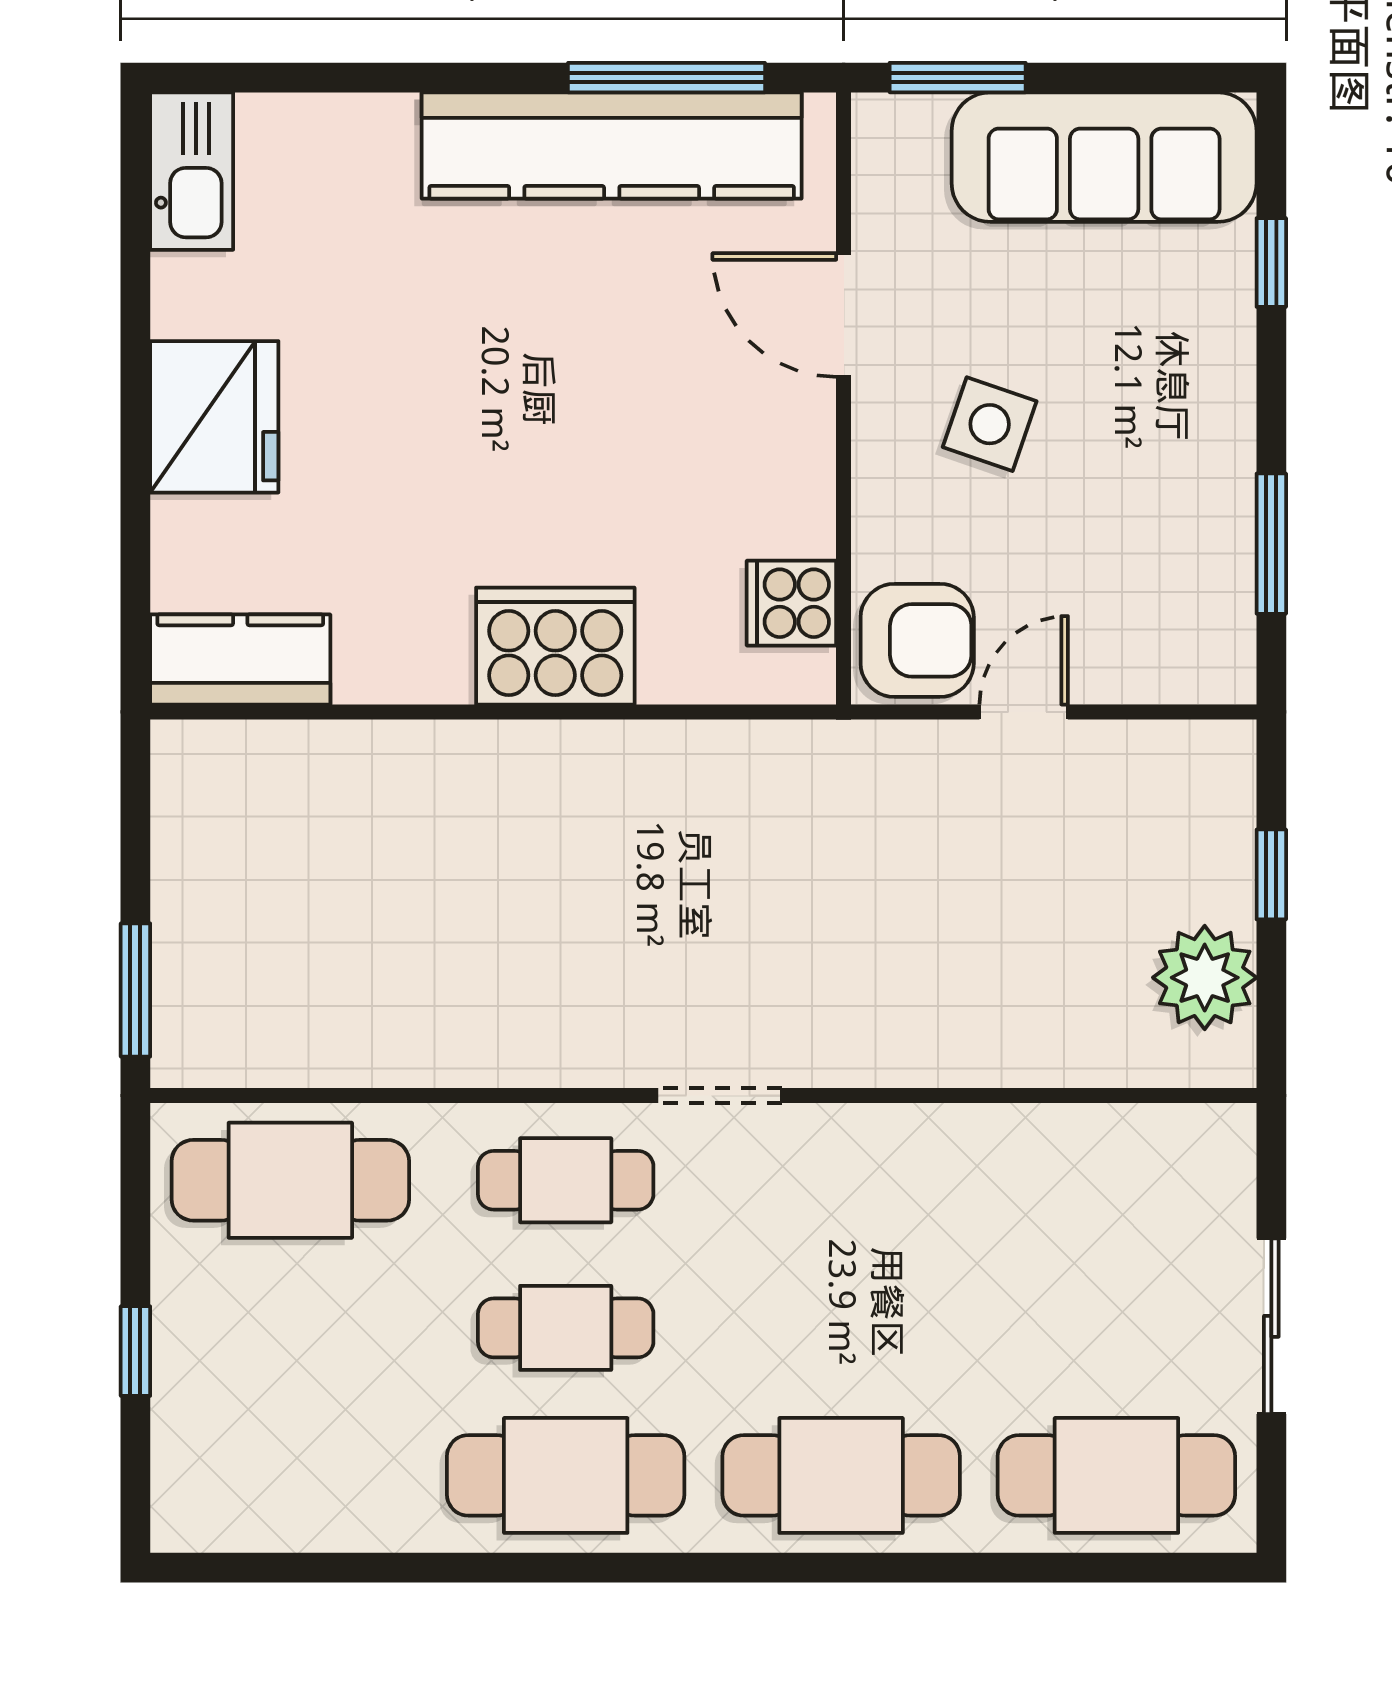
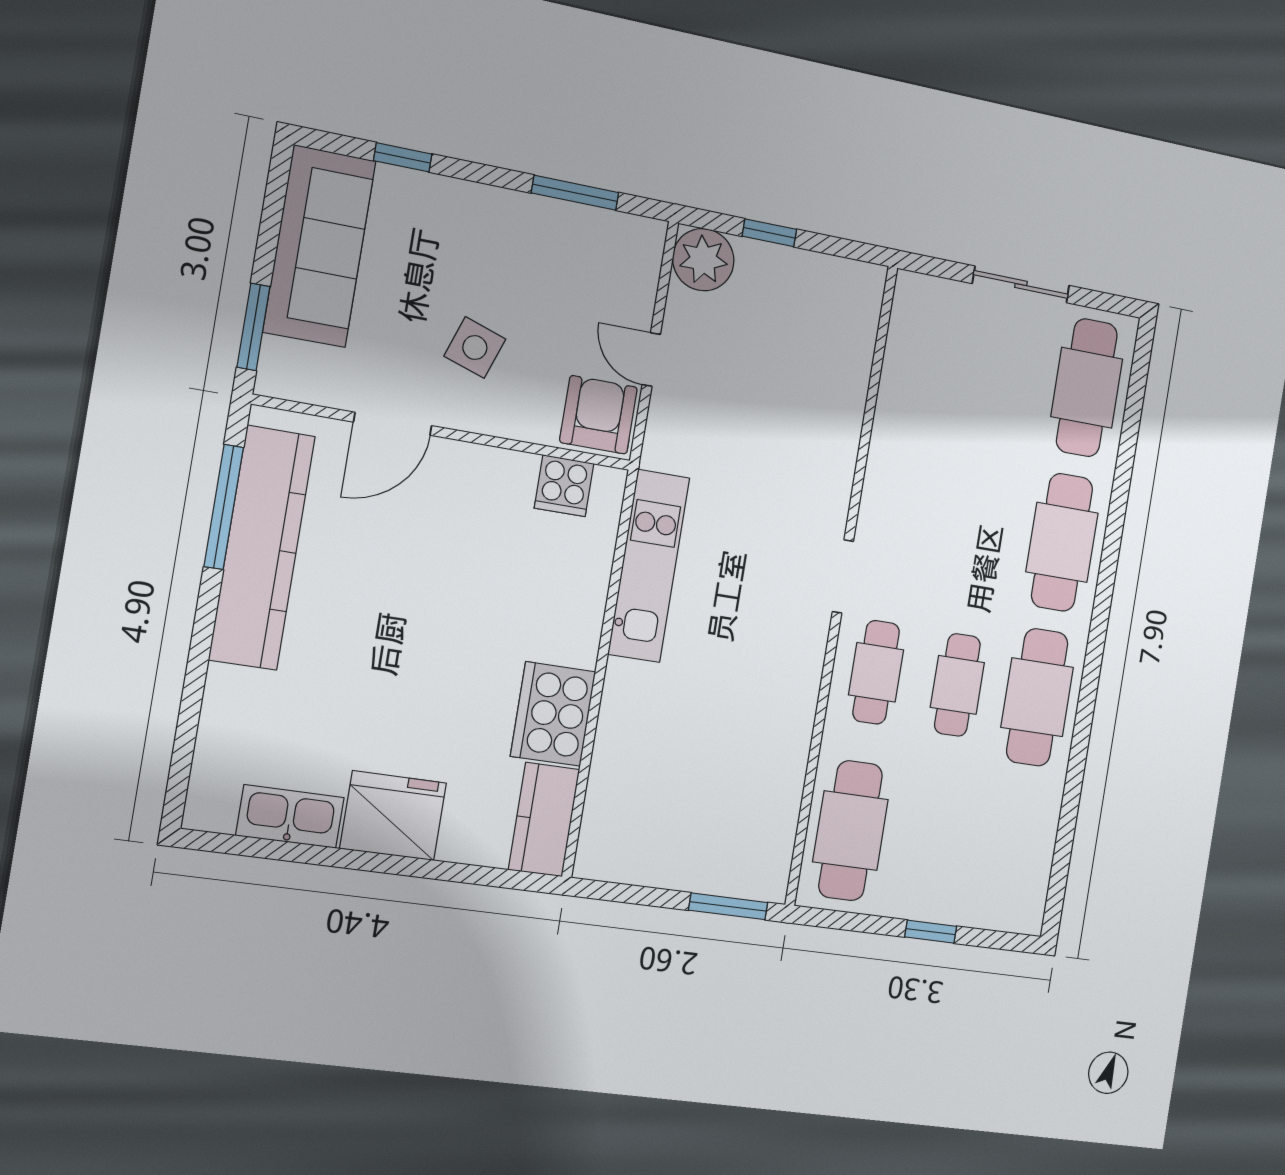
kitchen sink: (192, 171) -> (290, 816), moved
cooker: (555, 646) -> (553, 714), moved
kitchen unit: (683, 763) -> (649, 566), added
plant: (1205, 978) -> (703, 260), moved

